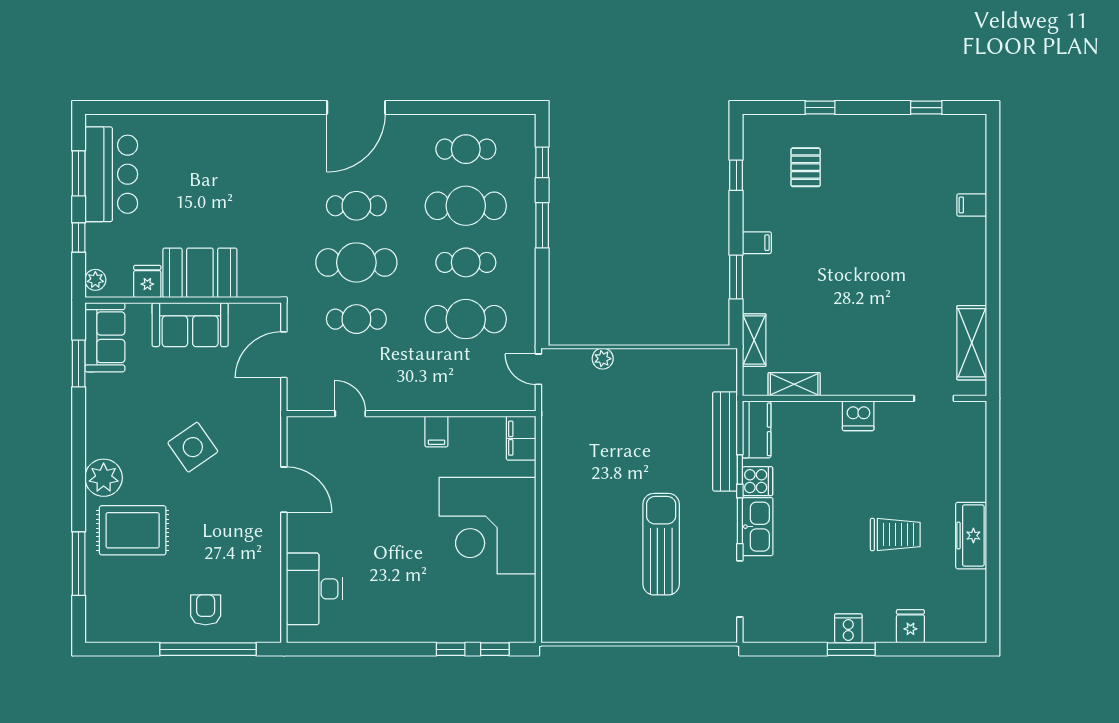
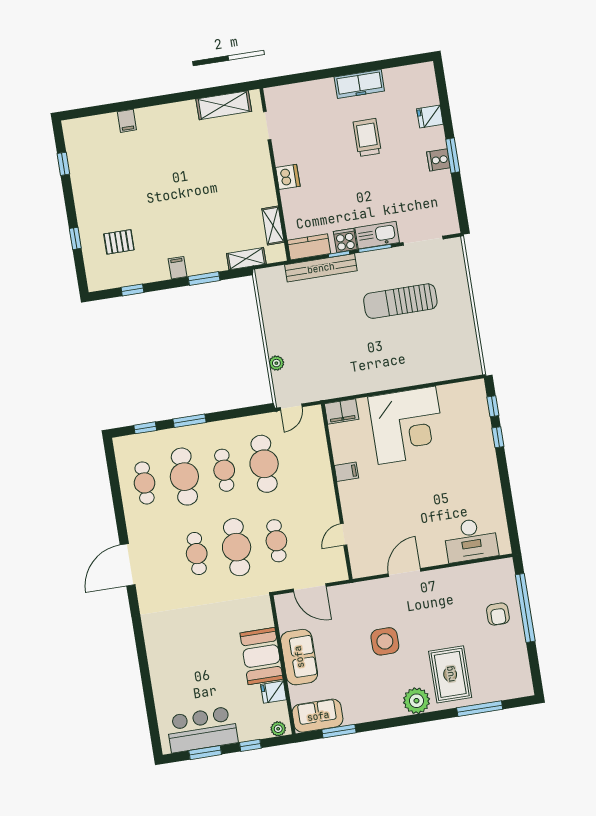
door: (356, 108) -> (128, 565), swing flipped
side table: (193, 447) -> (385, 641), turned 35
armchair: (206, 610) -> (498, 614), turned -90

